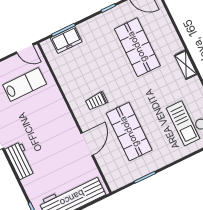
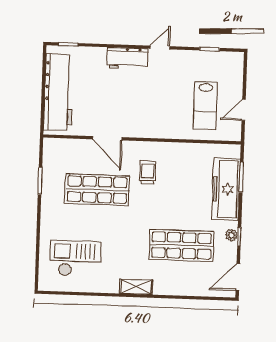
plant: (110, 14) -> (232, 235), added
freezer: (66, 40) -> (226, 189), width x1.91, depth x1.26
door: (25, 49) -> (244, 110), moved

